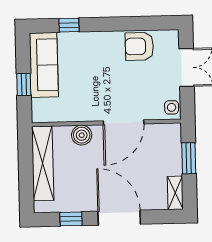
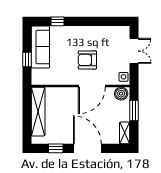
armchair: (139, 46) -> (87, 60), moved
boiler: (82, 135) -> (121, 94), moved

